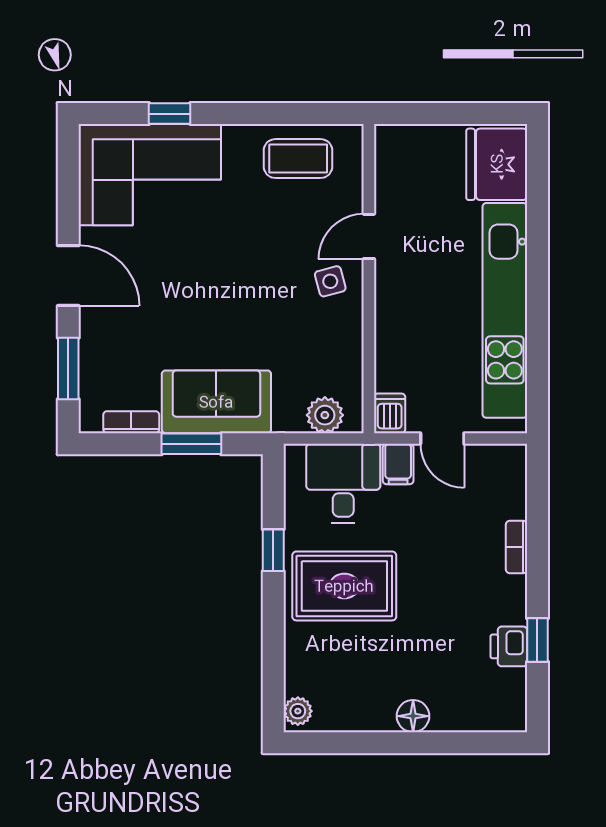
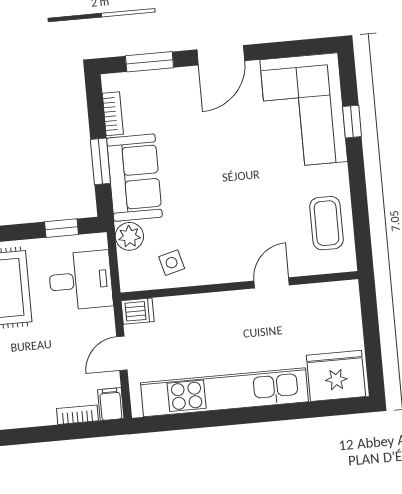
door: (369, 236) -> (272, 283), hinge flipped
side table: (330, 281) -> (172, 263), moved
plant: (325, 415) -> (129, 236), moved
filing cabinet: (398, 464) -> (111, 404), moved, turned 90
bookcase: (517, 547) -> (77, 415), moved
window: (273, 550) -> (62, 228), moved

